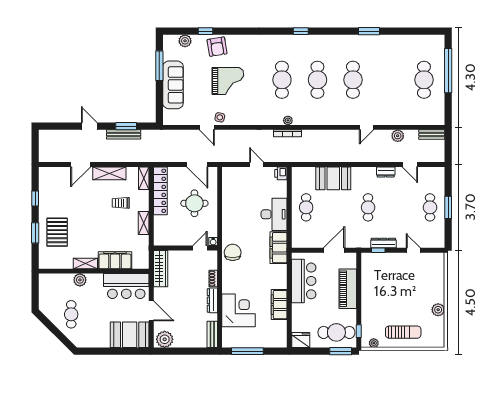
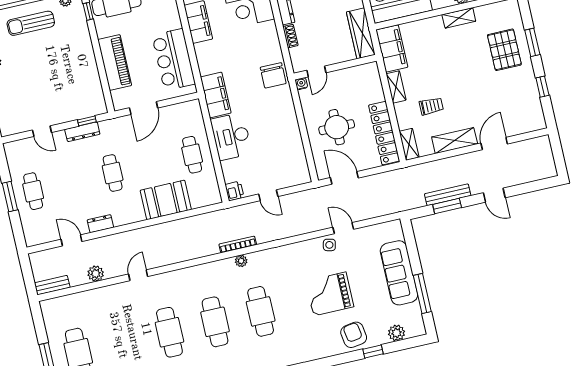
filing cabinet: (115, 260) -> (392, 48), moved, turned -90

